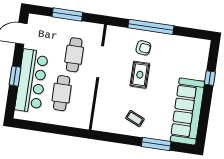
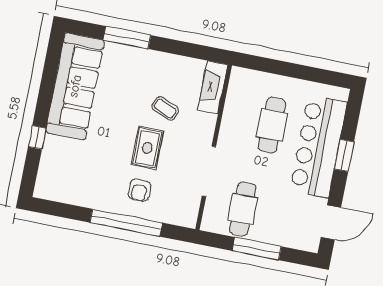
armchair: (143, 48) -> (140, 190), turned -97
cafe table: (74, 55) -> (243, 209), moved
fireplace: (100, 115) -> (213, 87), added
coffee table: (135, 118) -> (165, 108), moved

